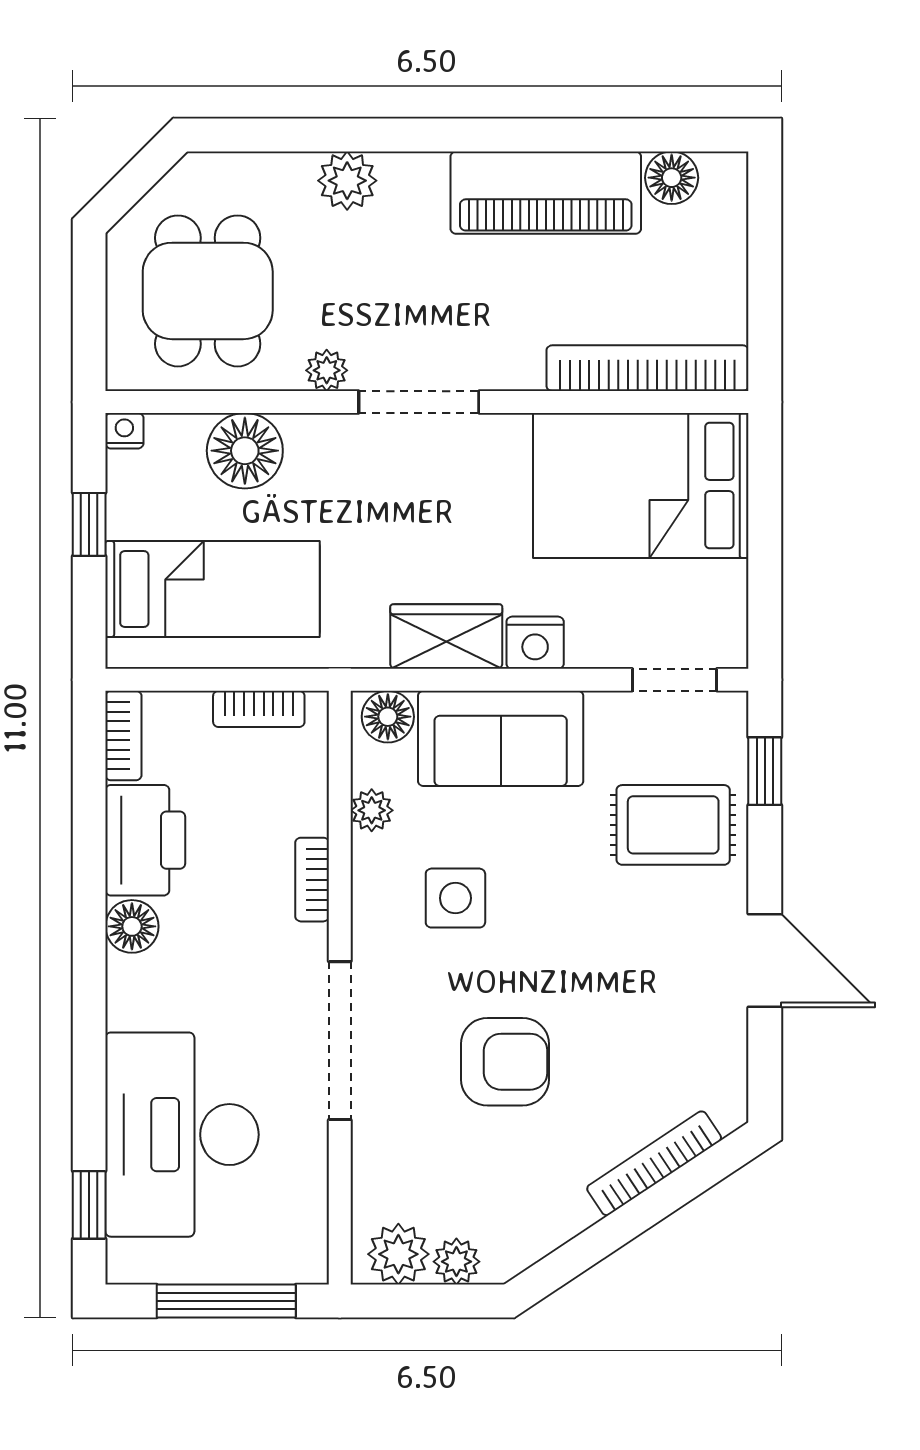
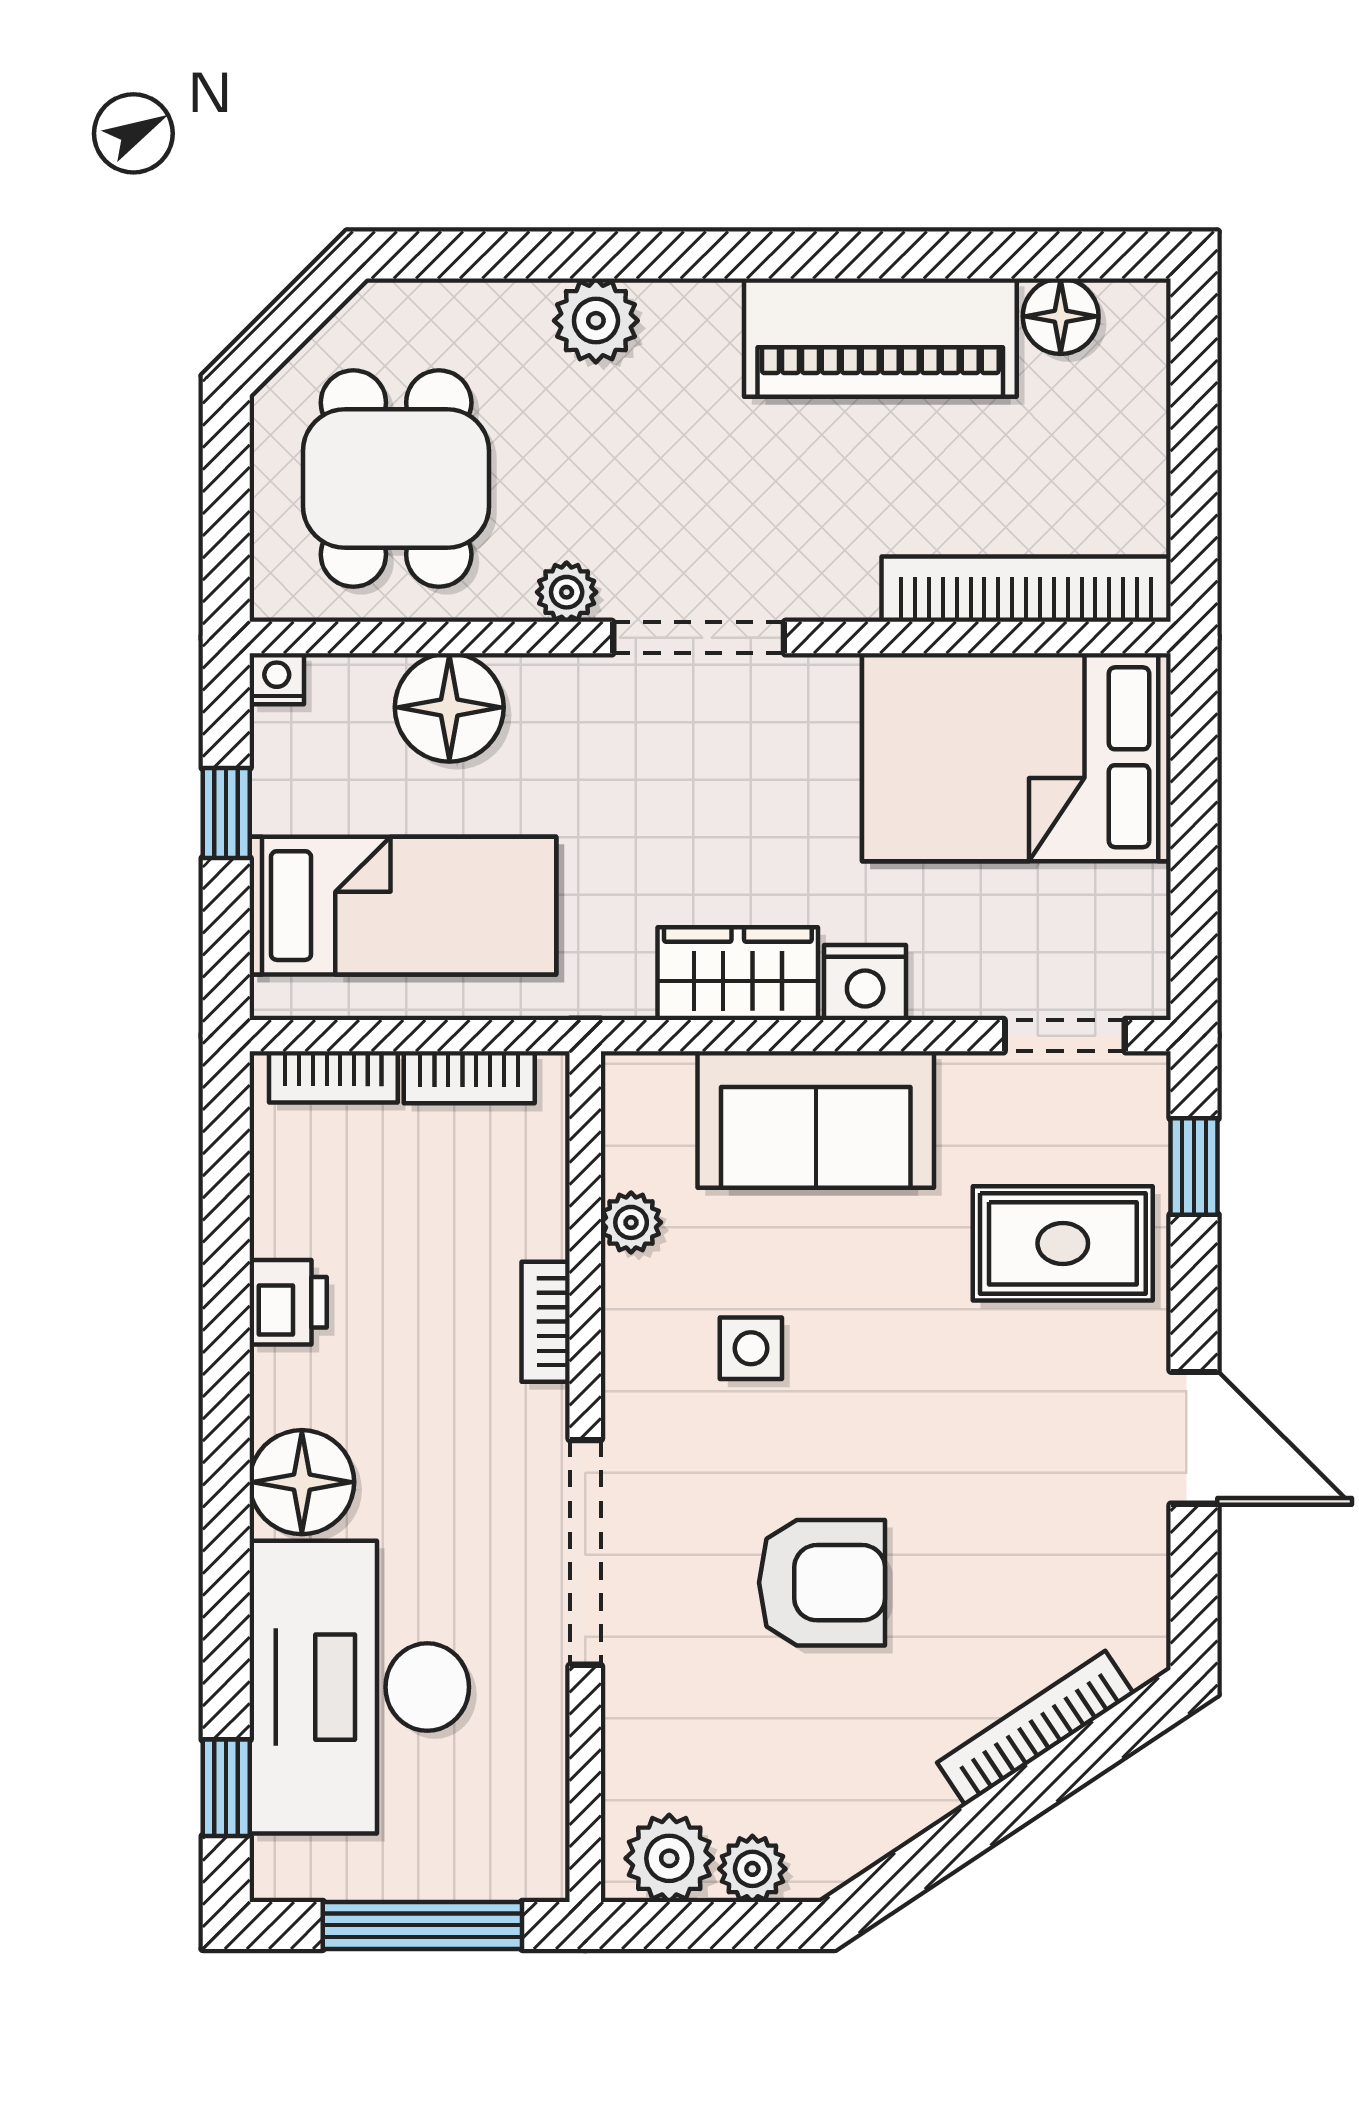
floor lamp: (388, 717) -> (654, 1088), removed
bookcase: (123, 736) -> (333, 1077), moved, turned 90
printer: (145, 840) -> (288, 1302), width x0.53, depth x0.68
side table: (455, 898) -> (751, 1348), width x0.73, depth x0.73
floor lamp: (132, 926) -> (302, 1482), moved, width x1.38, depth x1.38

